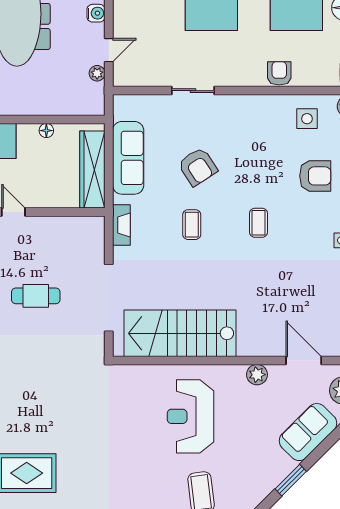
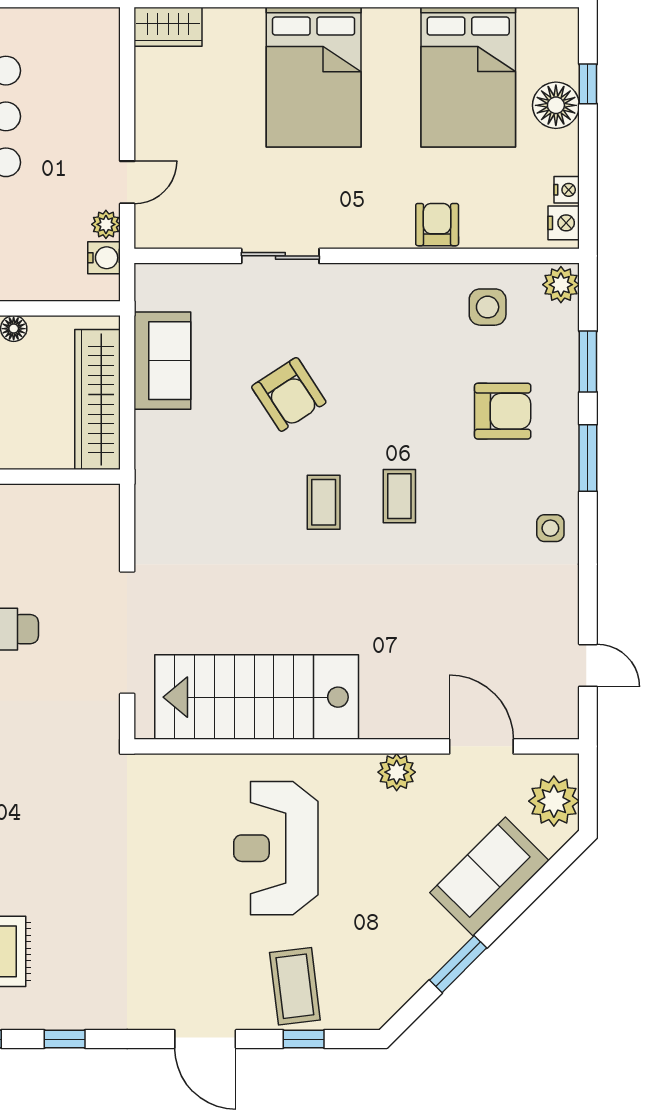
water cooler: (96, 13) -> (104, 258), moved
sofa: (128, 158) -> (162, 361), width x0.73
fireplace: (121, 225) -> (150, 500), removed
coffee table: (192, 225) -> (324, 502), moved

